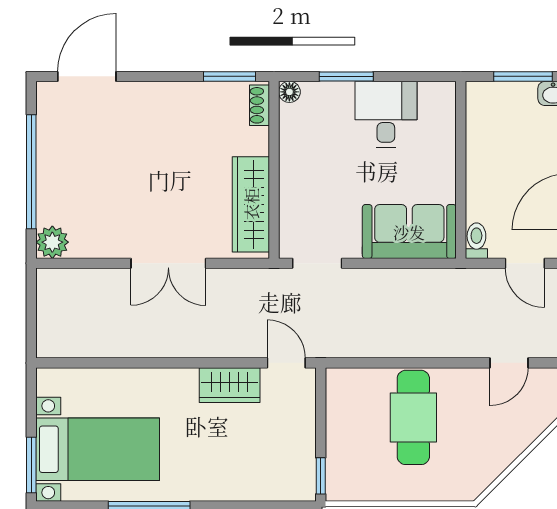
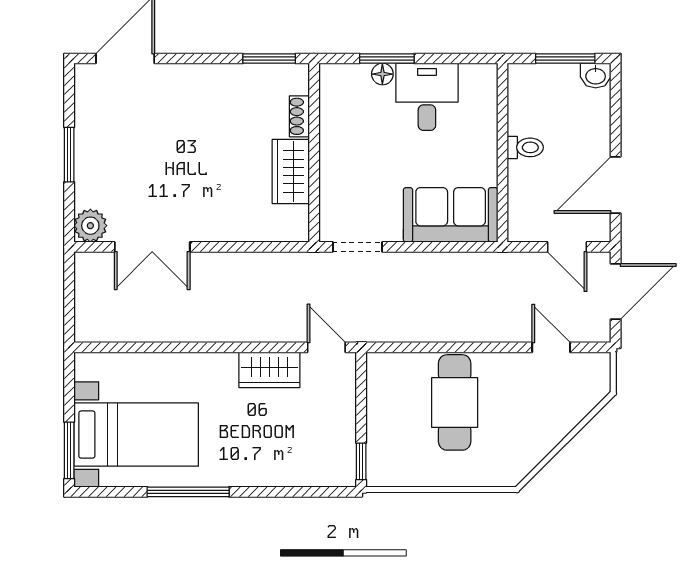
floor lamp: (289, 92) -> (382, 74), moved
shoe rack: (259, 105) -> (299, 116), moved
window: (31, 172) -> (69, 155), width x0.47
wardrobe: (251, 204) -> (291, 171), width x0.67
toilet: (476, 241) -> (525, 147), moved, turned 90
double door: (168, 263) -> (152, 247), moved
door: (509, 363) -> (551, 347), swing flipped

